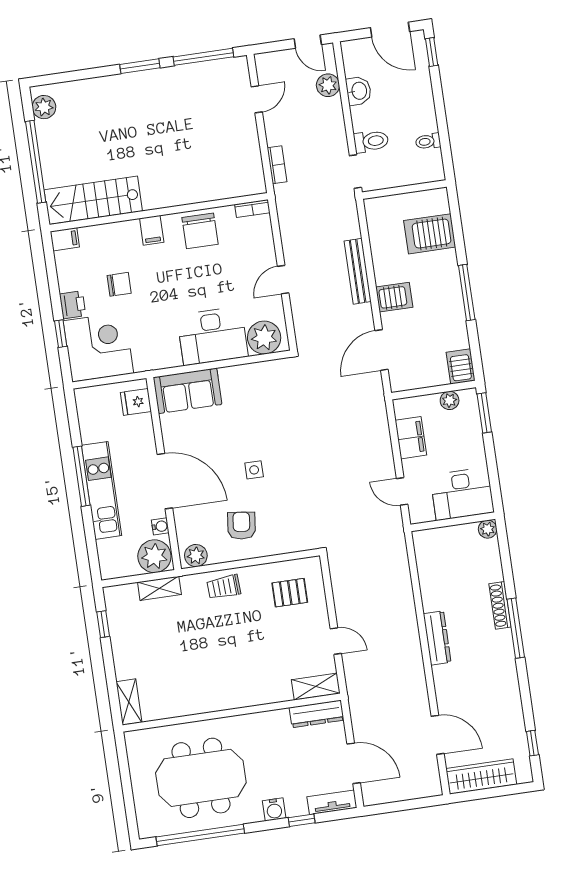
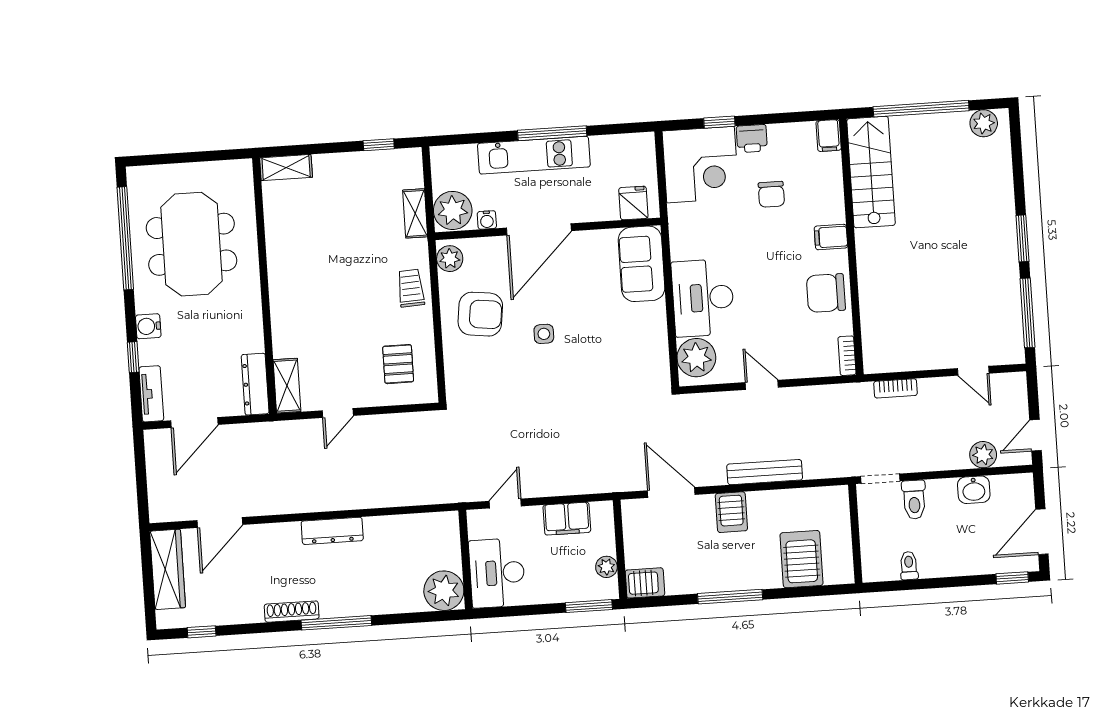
armchair: (241, 526) -> (480, 314), width x1.38, depth x1.38
plant: (488, 529) -> (444, 591), width x1.88, depth x1.88
shoe rack: (500, 605) -> (292, 612), moved

